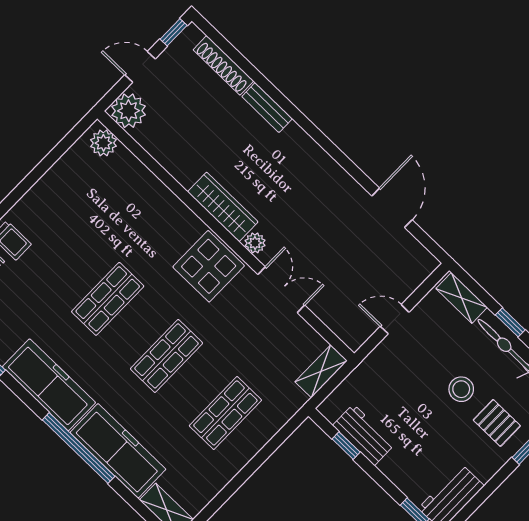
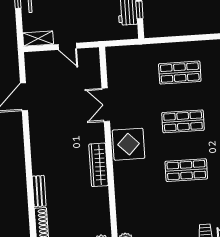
plant: (255, 243) -> (99, 136), removed
shelving: (462, 298) -> (38, 39), moved, turned 90
shelving: (321, 371) -> (121, 53), removed

